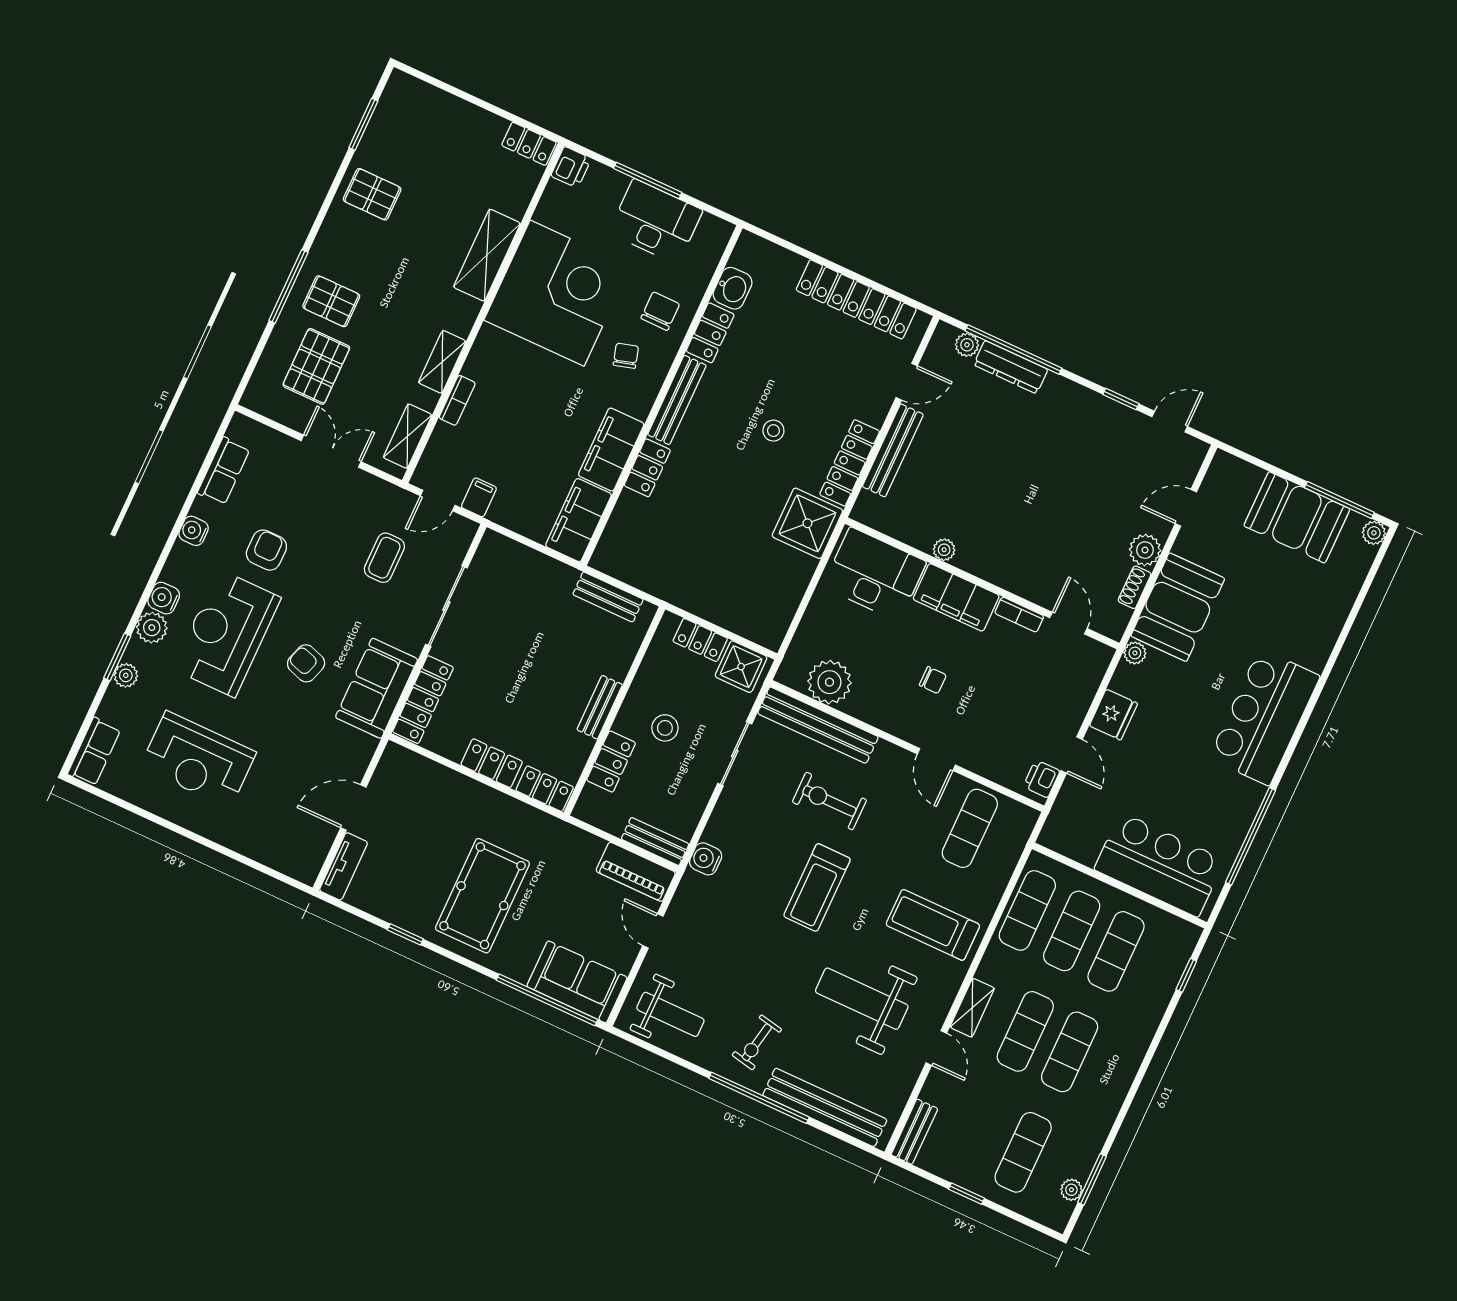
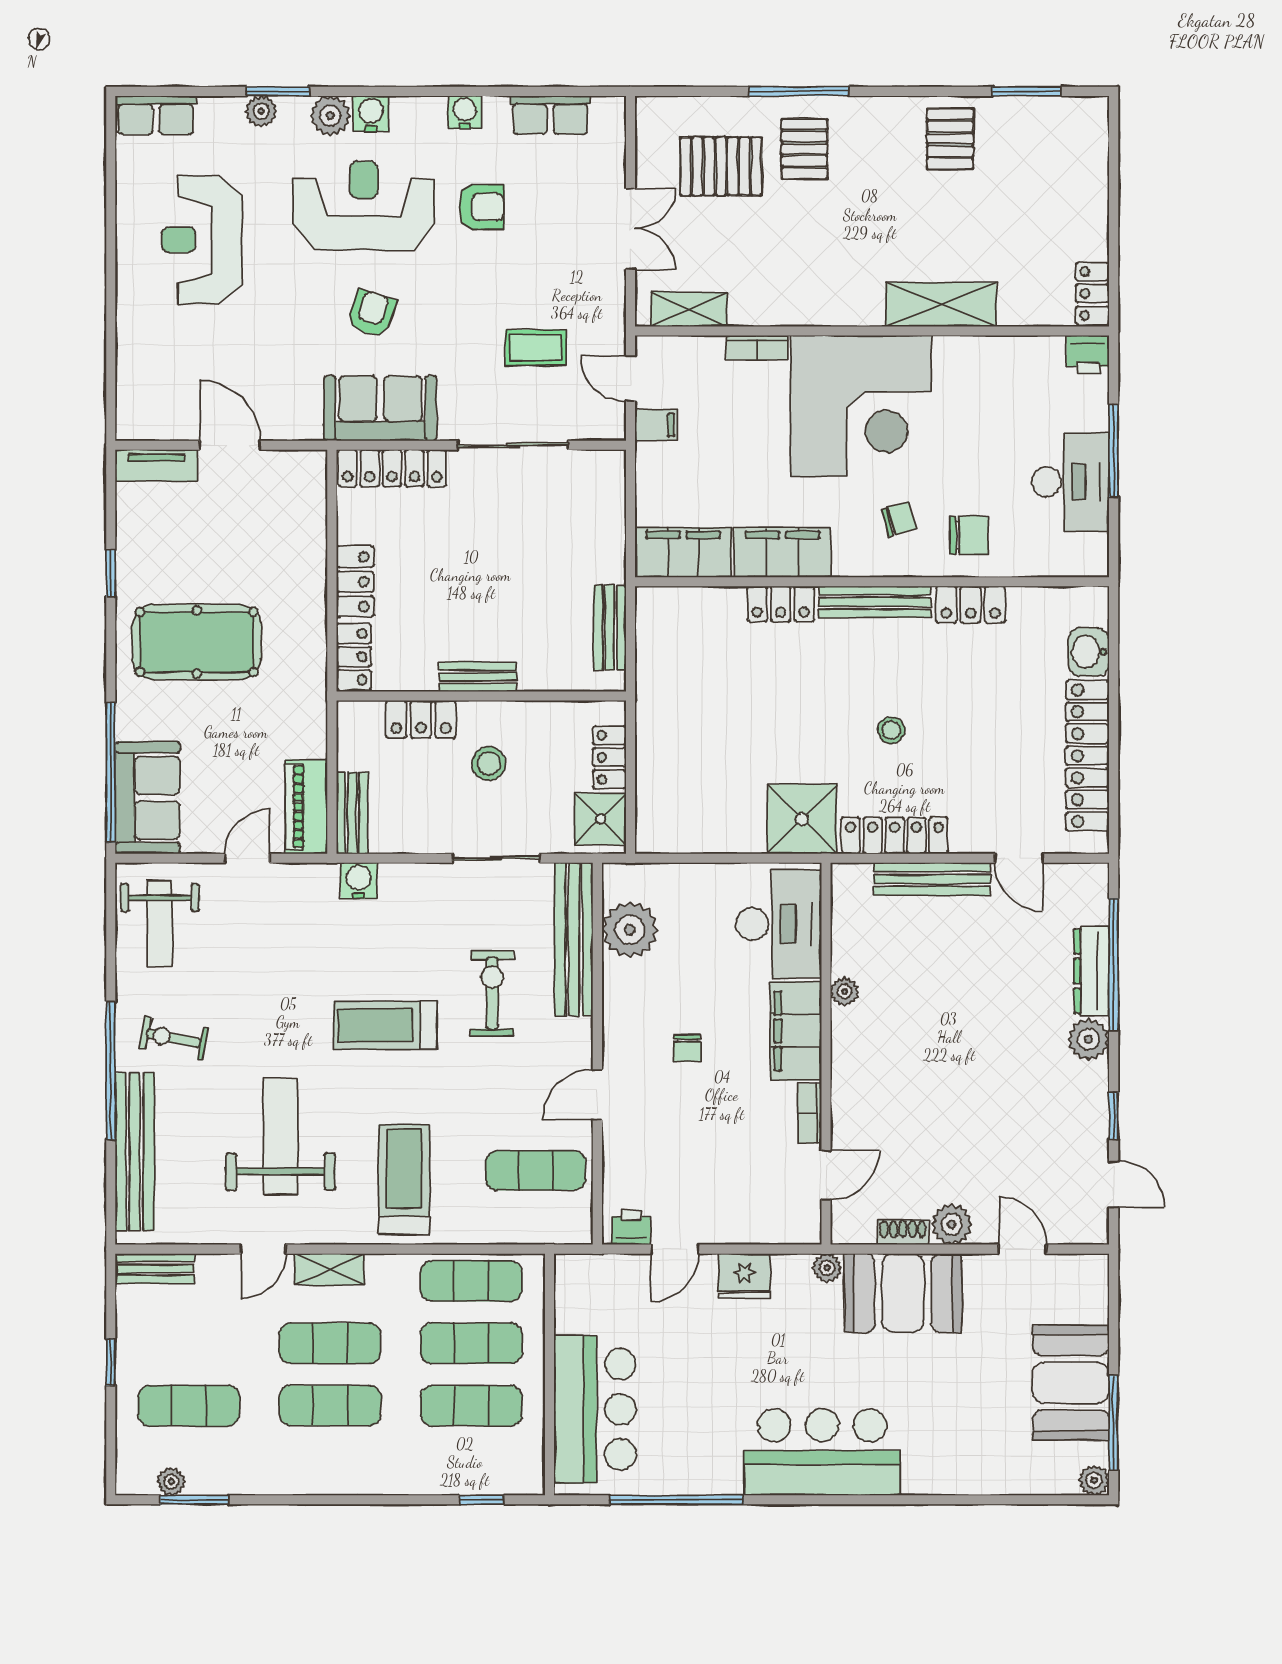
washbasin: (733, 288) -> (1089, 652), moved, turned 90
corner desk: (557, 293) -> (861, 406), moved
plant: (967, 345) -> (1088, 1039), moved, width x1.38, depth x1.38
shelving: (442, 362) -> (794, 310), removed

